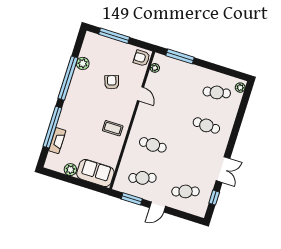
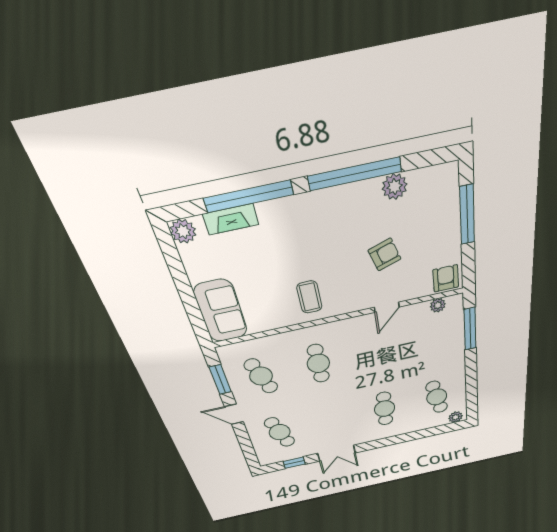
plant: (70, 170) -> (183, 231), moved

